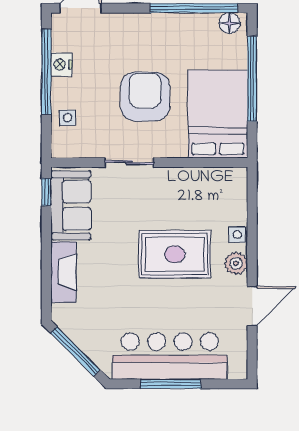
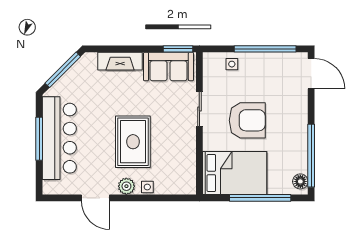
nightstand: (61, 65) -> (270, 60), removed
window: (46, 192) -> (178, 49), width x1.50

